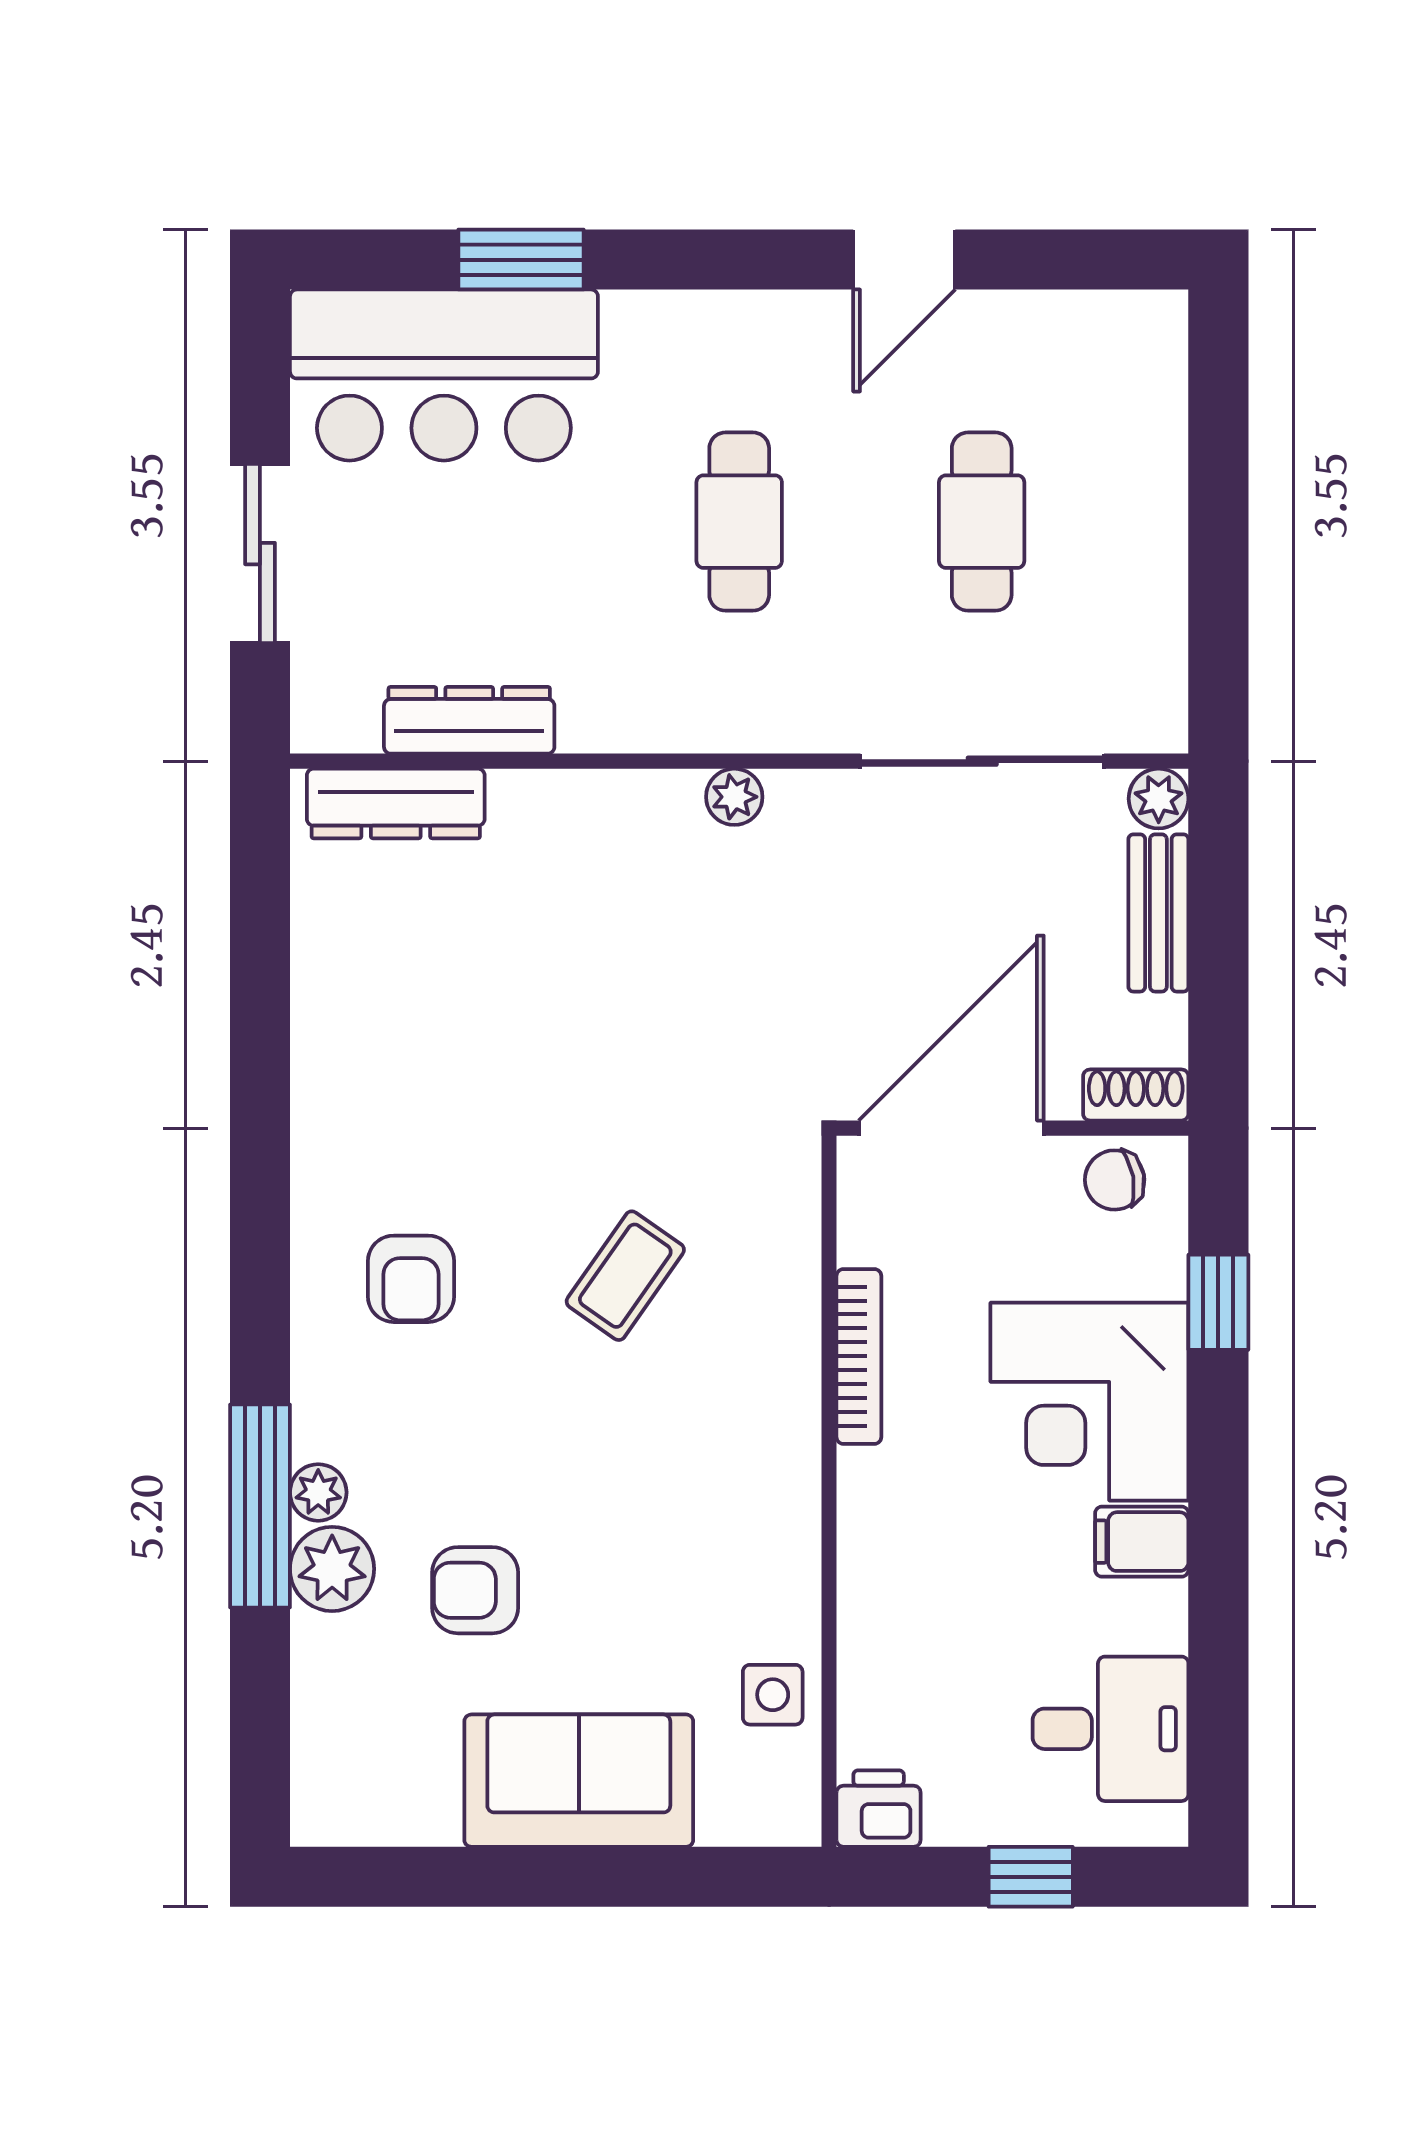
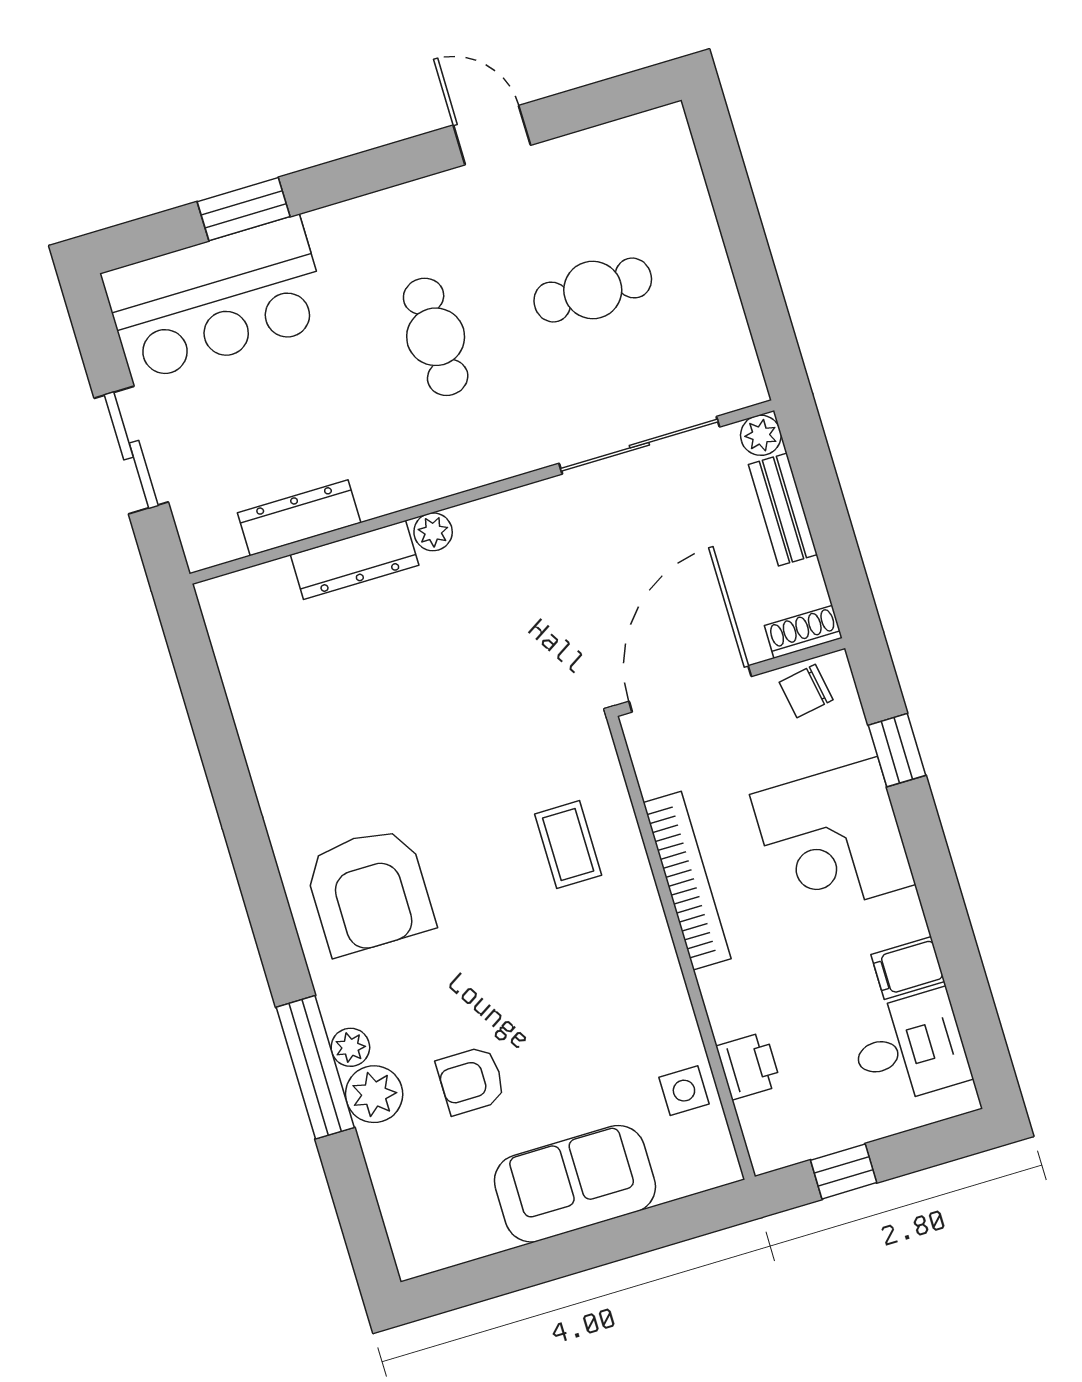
door: (904, 260) -> (492, 135), swing flipped
cafe table: (982, 522) -> (593, 290), turned 90
plant: (734, 797) -> (433, 532), moved
dresser: (396, 803) -> (355, 560), moved
coffee table: (625, 1276) -> (568, 845), moved, turned -35
armchair: (411, 1279) -> (369, 891), width x1.88, depth x1.88
bookcase: (859, 1356) -> (687, 881), width x1.48, depth x1.31
filing cabinet: (1142, 1542) -> (908, 968), moved
printer: (879, 1809) -> (749, 1066), moved, turned 90
window: (1031, 1877) -> (844, 1171), moved

